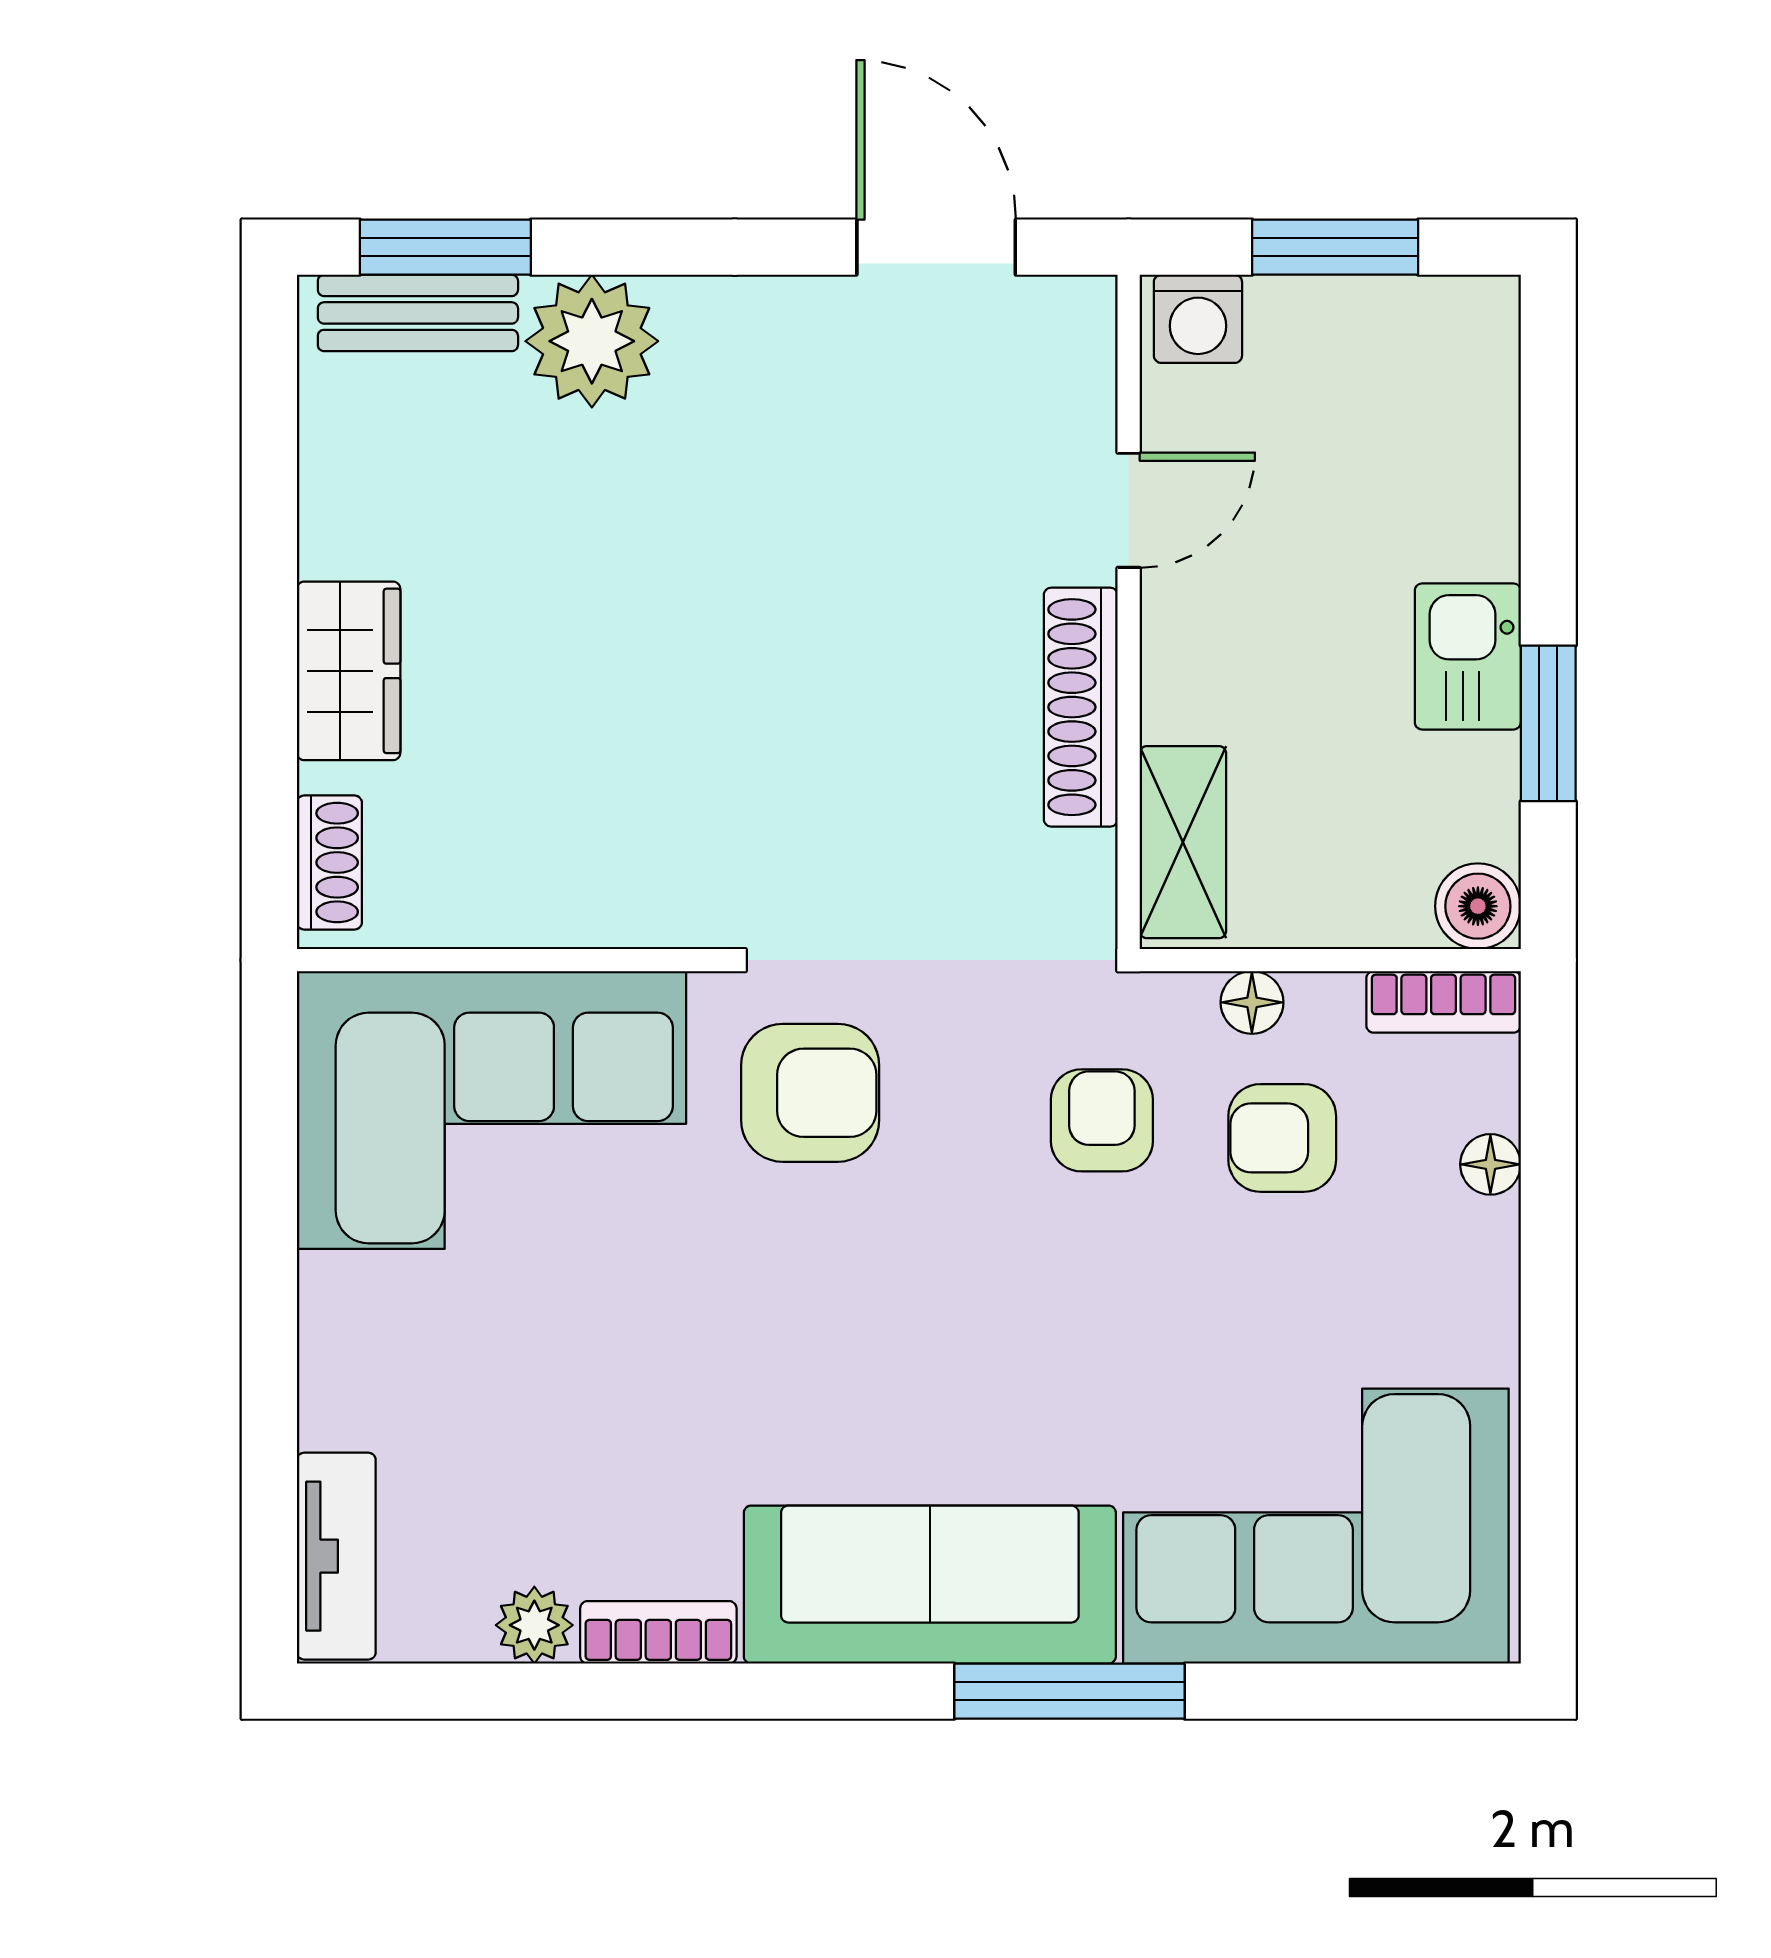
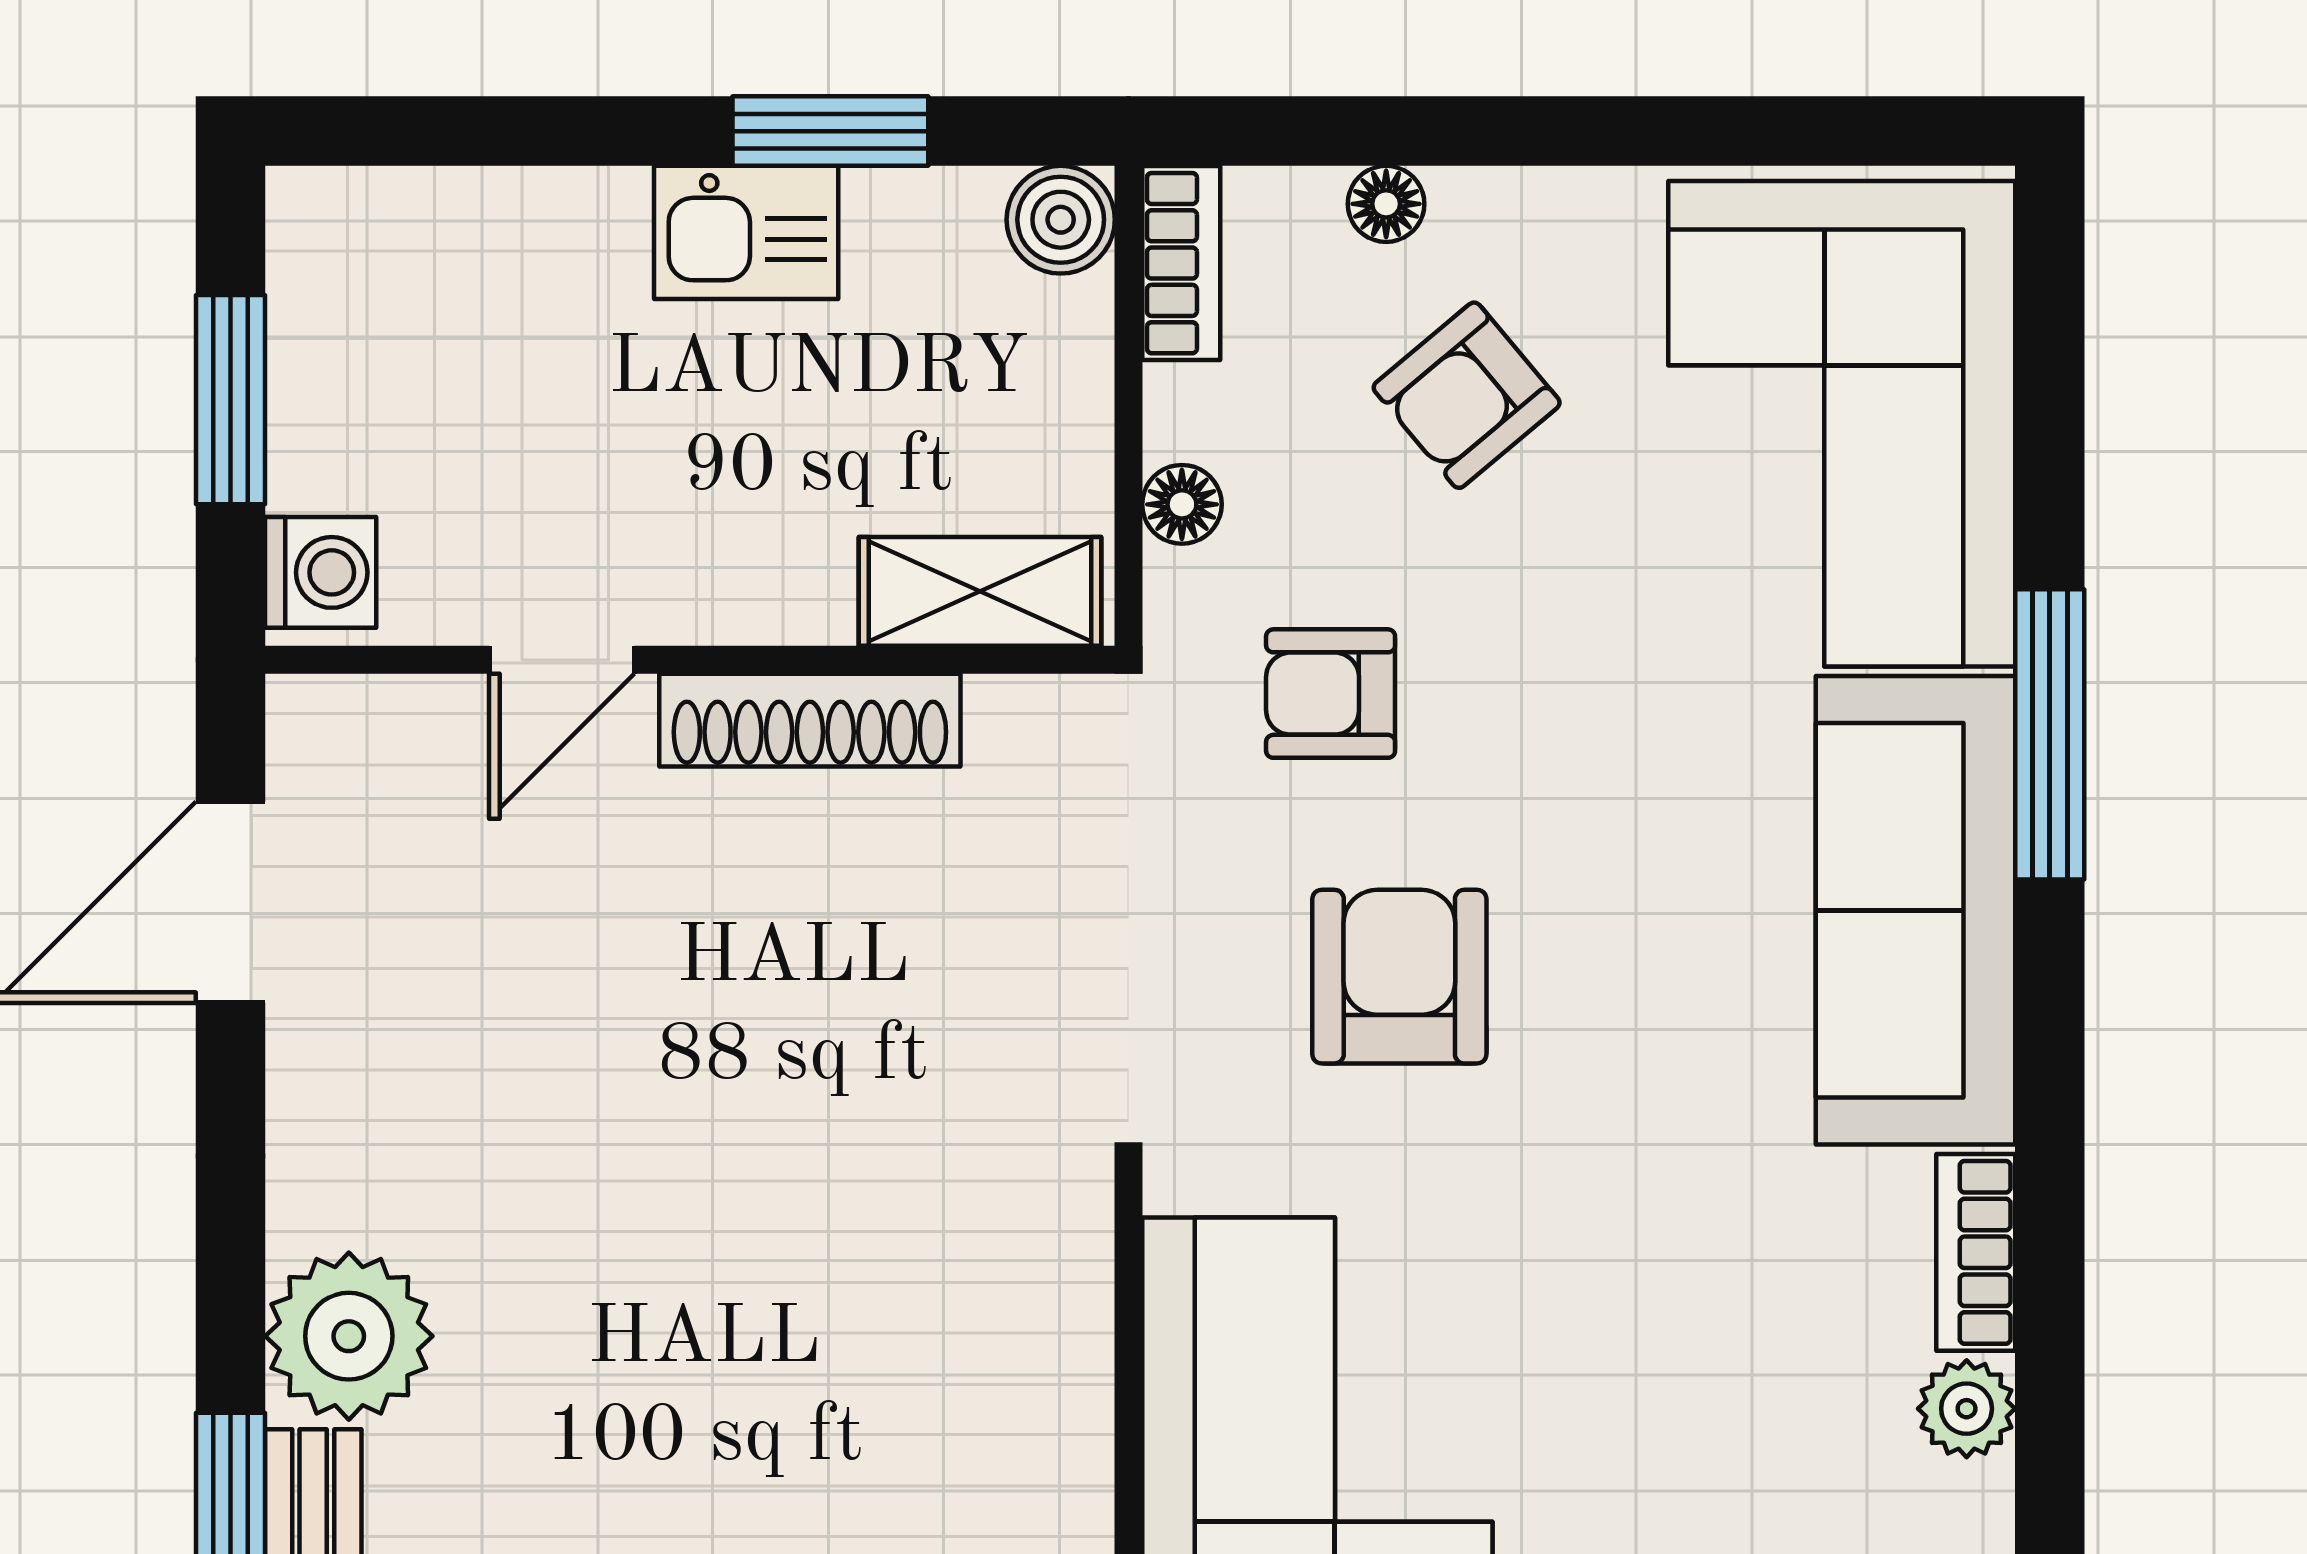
door: (1129, 510) -> (562, 660), swing flipped
armchair: (810, 1093) -> (1399, 977), moved
armchair: (1282, 1138) -> (1467, 395), moved, turned 50

